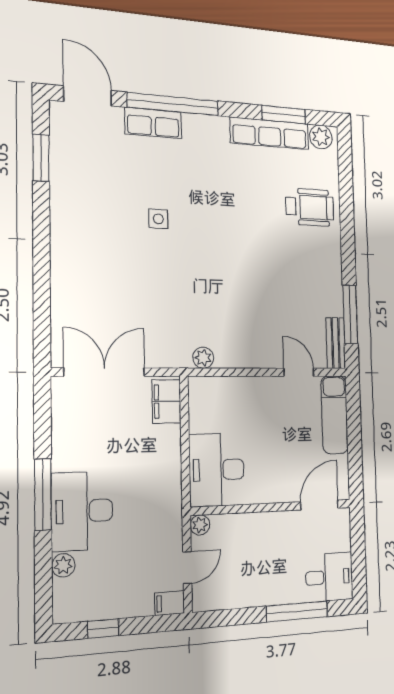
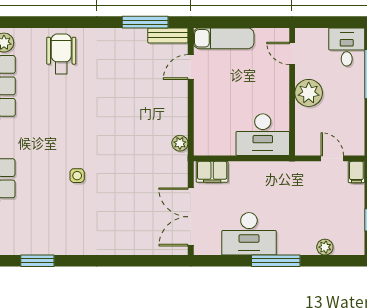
door: (319, 505) -> (292, 53), width x0.73
desk: (82, 511) -> (249, 234), moved
plant: (200, 525) -> (309, 93), moved, width x1.88, depth x1.88

